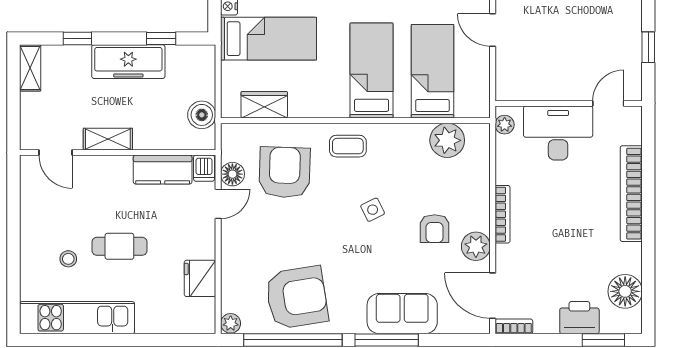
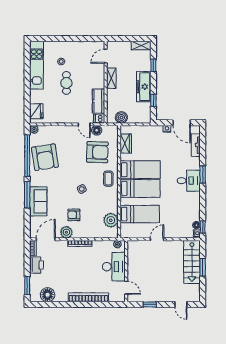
bed: (268, 39) -> (140, 170), moved, turned -90
fridge: (200, 278) -> (36, 111), moved, turned 90
printer: (579, 318) -> (37, 265), moved

